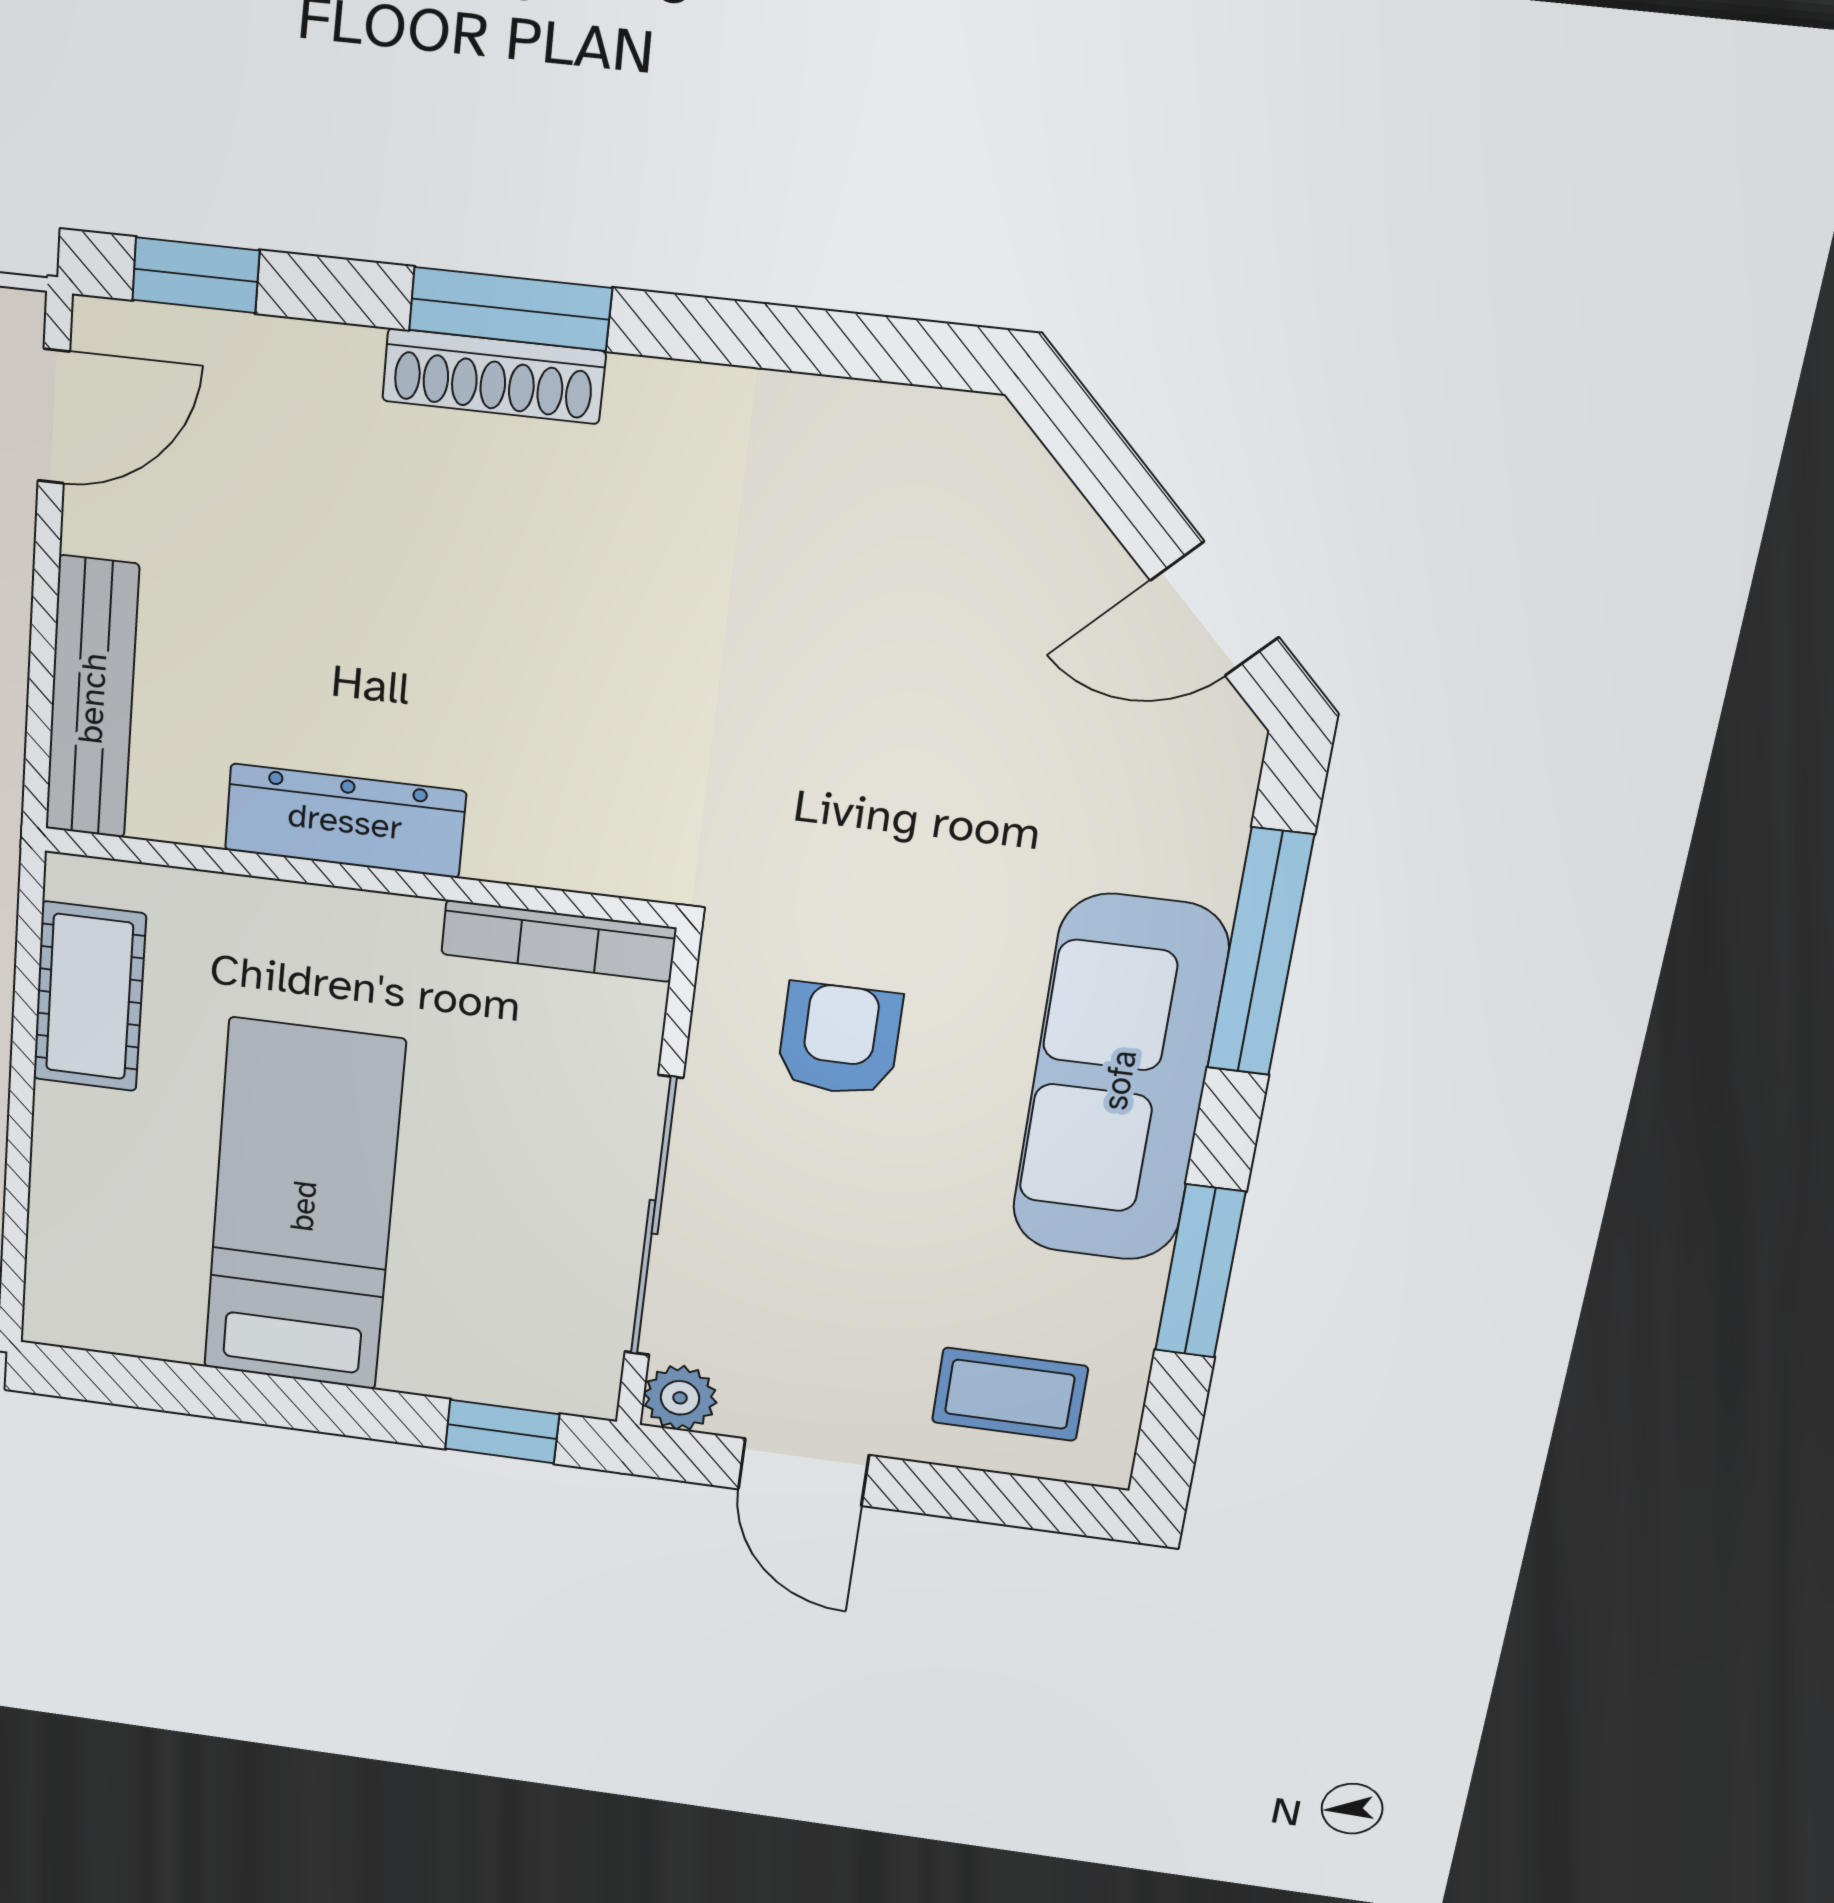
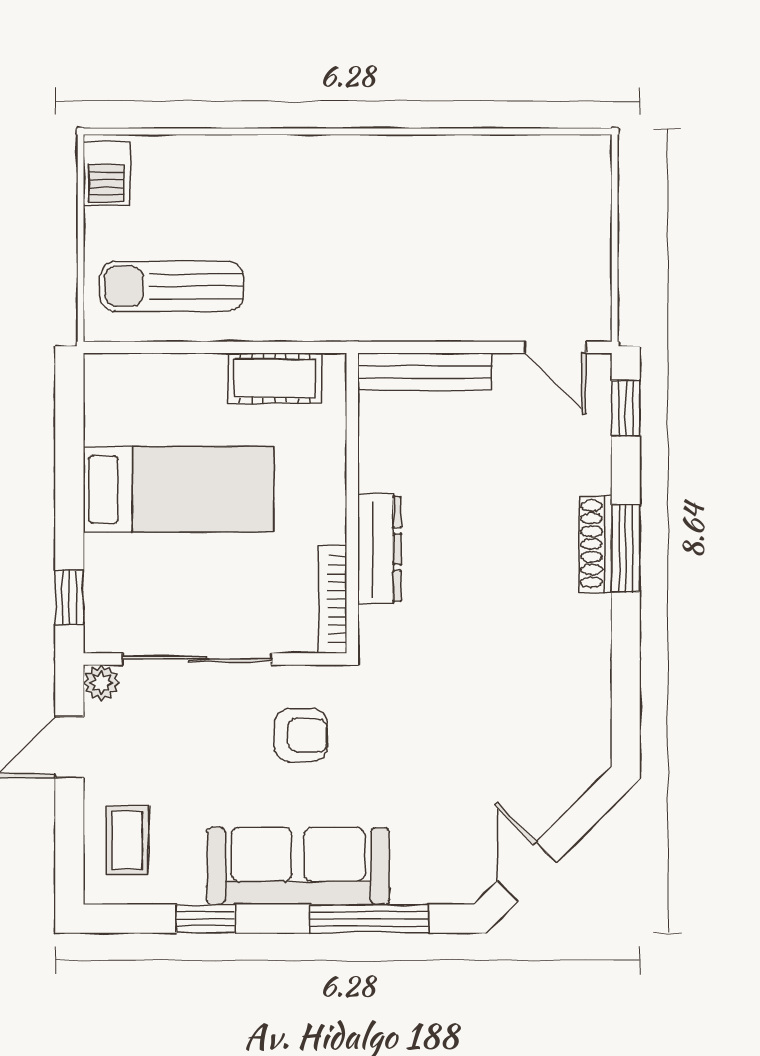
dresser: (345, 821) -> (379, 549), moved
window: (1200, 1271) -> (205, 919), width x0.67

